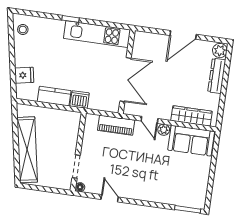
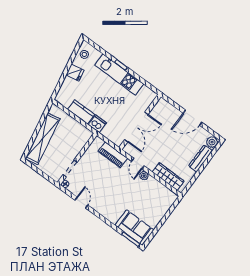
kitchen unit: (97, 34) -> (119, 74), moved
fridge: (24, 75) -> (75, 73), moved
sofa: (191, 141) -> (134, 228), moved, turned 180

